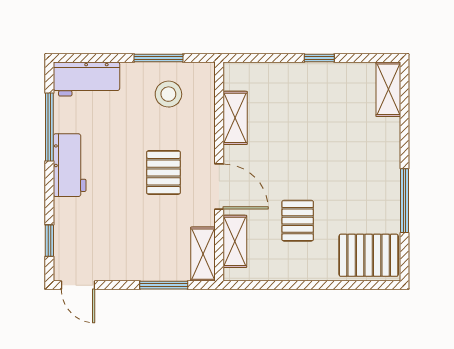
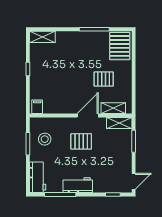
filing cabinet: (238, 78) -> (37, 107), added
shelving: (235, 118) -> (56, 108), removed

